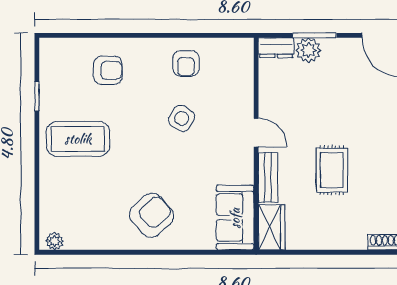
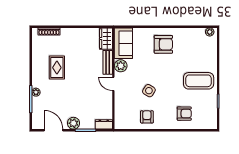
plant: (308, 50) -> (73, 123), moved
armchair: (108, 70) -> (184, 114), turned 180
plant: (241, 170) -> (121, 66), added
rug: (332, 170) -> (57, 68), moved
armchair: (151, 215) -> (163, 44), turned -138

